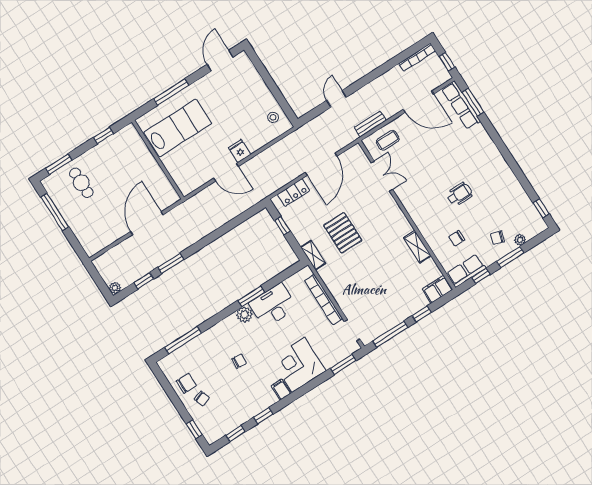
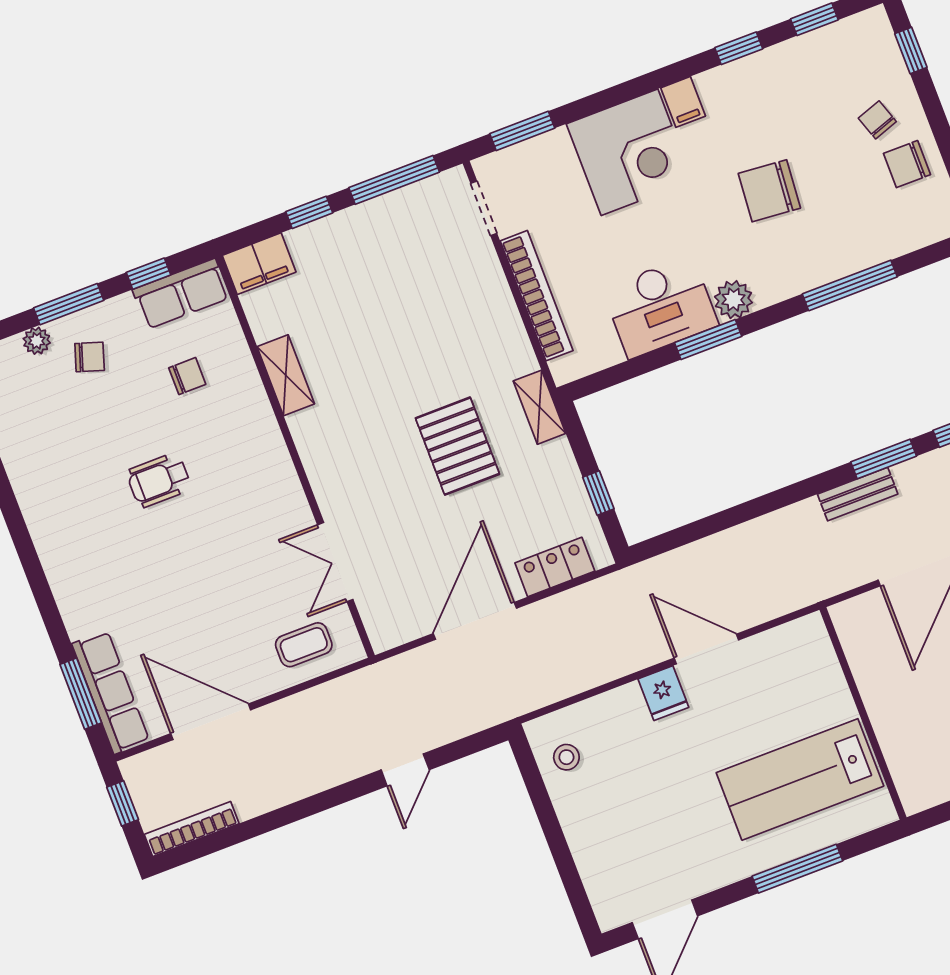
bench: (370, 124) -> (858, 494), moved
window: (183, 340) -> (850, 285), moved
chair: (239, 361) -> (769, 191), width x1.87, depth x1.87

